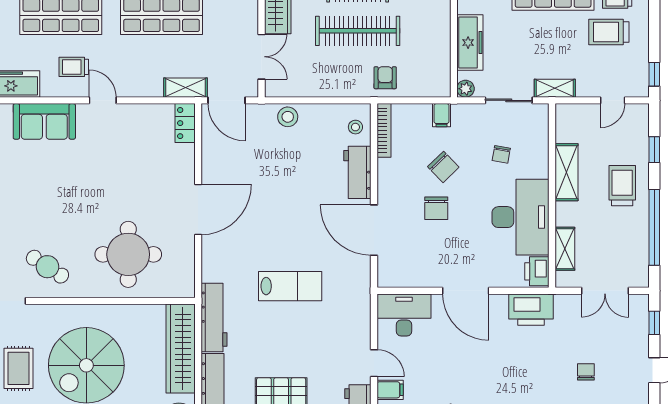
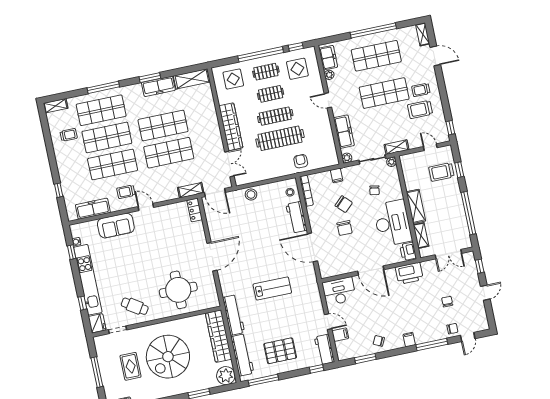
door: (613, 100) -> (430, 147), swing flipped
plant: (541, 112) -> (391, 162), added
shelving: (567, 172) -> (416, 206), moved
trolley: (622, 186) -> (441, 172), moved, turned -90

